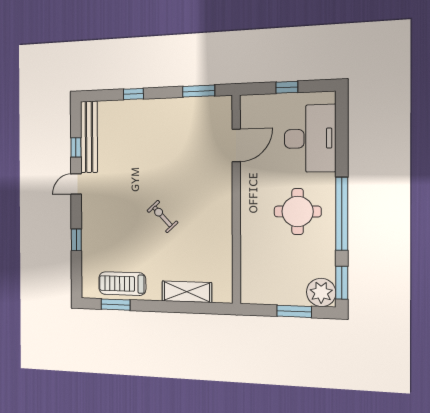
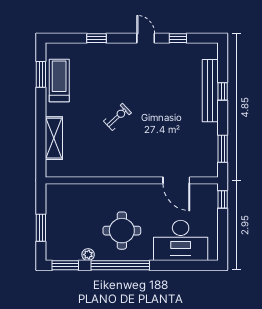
window: (287, 87) -> (223, 199), moved
bench: (89, 137) -> (210, 91), moved, turned 90
plant: (321, 292) -> (88, 255), moved, width x0.53, depth x0.53

